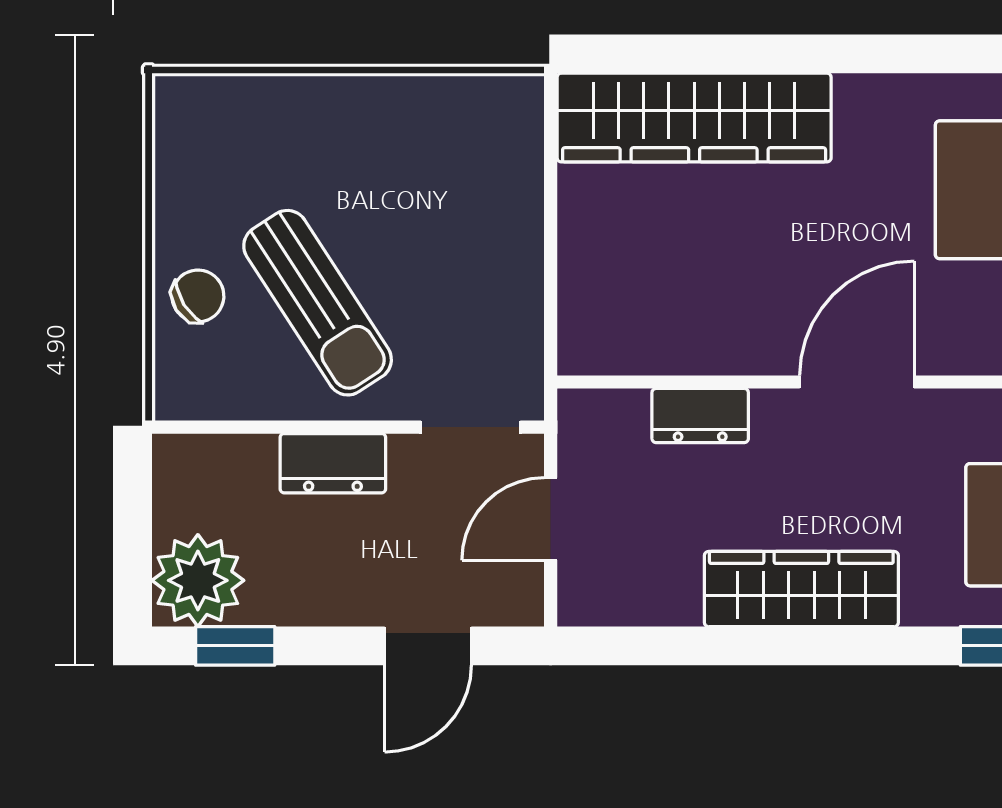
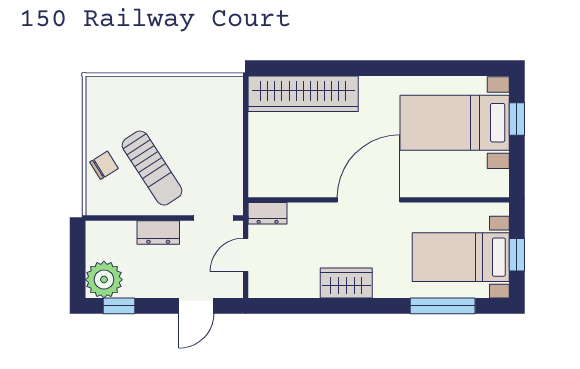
door: (857, 382) -> (369, 200), width x1.36
dresser: (700, 416) -> (268, 213), moved
wardrobe: (801, 589) -> (346, 283), width x0.67

